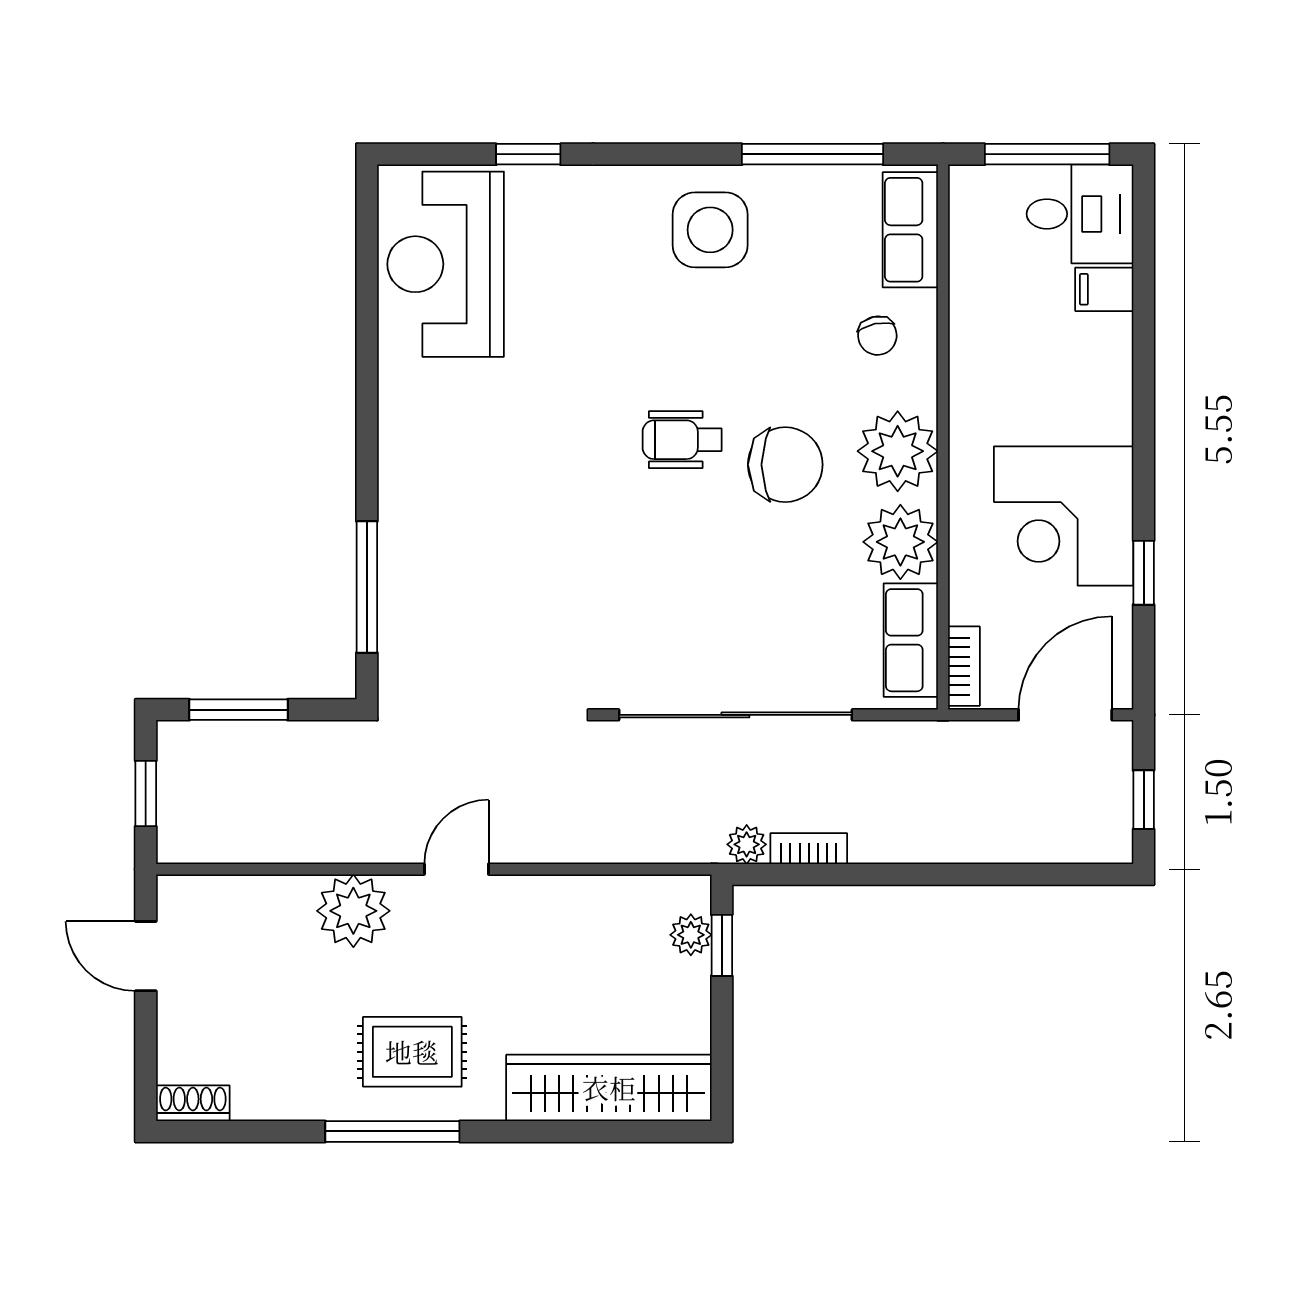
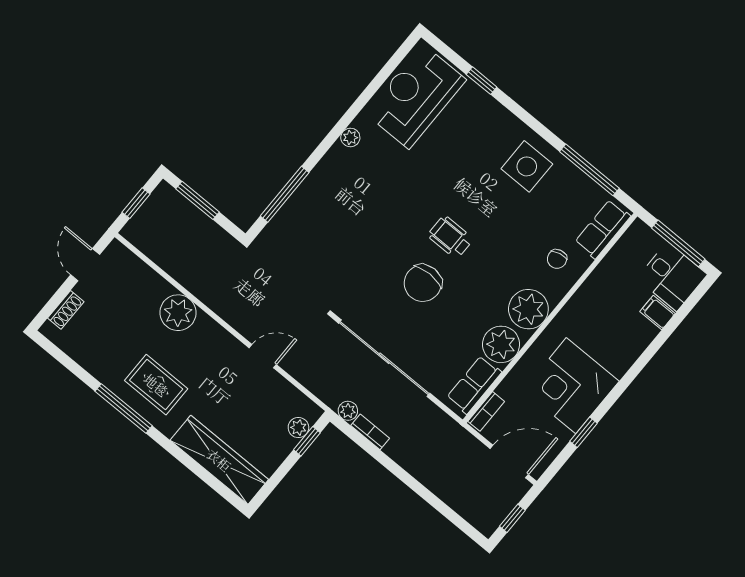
plant: (396, 413) -> (350, 137), added
chair: (785, 465) -> (423, 283), moved, turned 90
door: (456, 869) -> (263, 356), moved
shoe rack: (193, 1103) -> (66, 310), moved, turned 90

